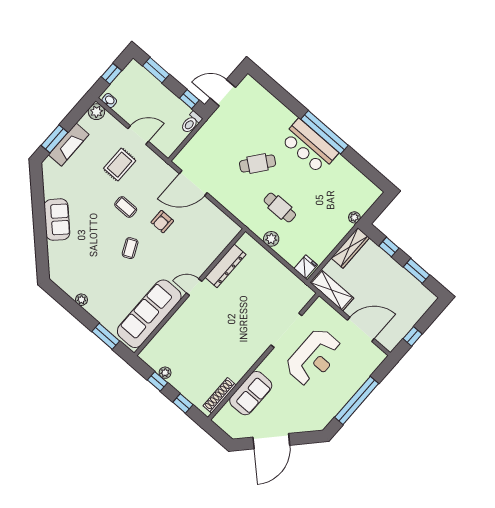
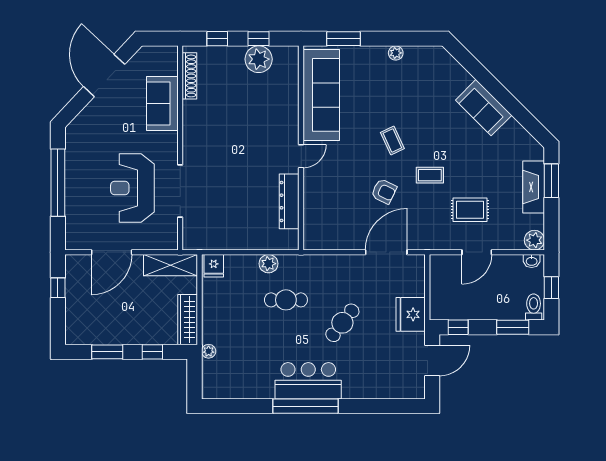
toilet: (191, 123) -> (534, 307), moved
fridge: (211, 132) -> (411, 314), added
rug: (120, 165) -> (470, 210), turned 90
armchair: (162, 222) -> (384, 191), turned 116
plant: (165, 373) -> (259, 59), width x1.87, depth x1.87

